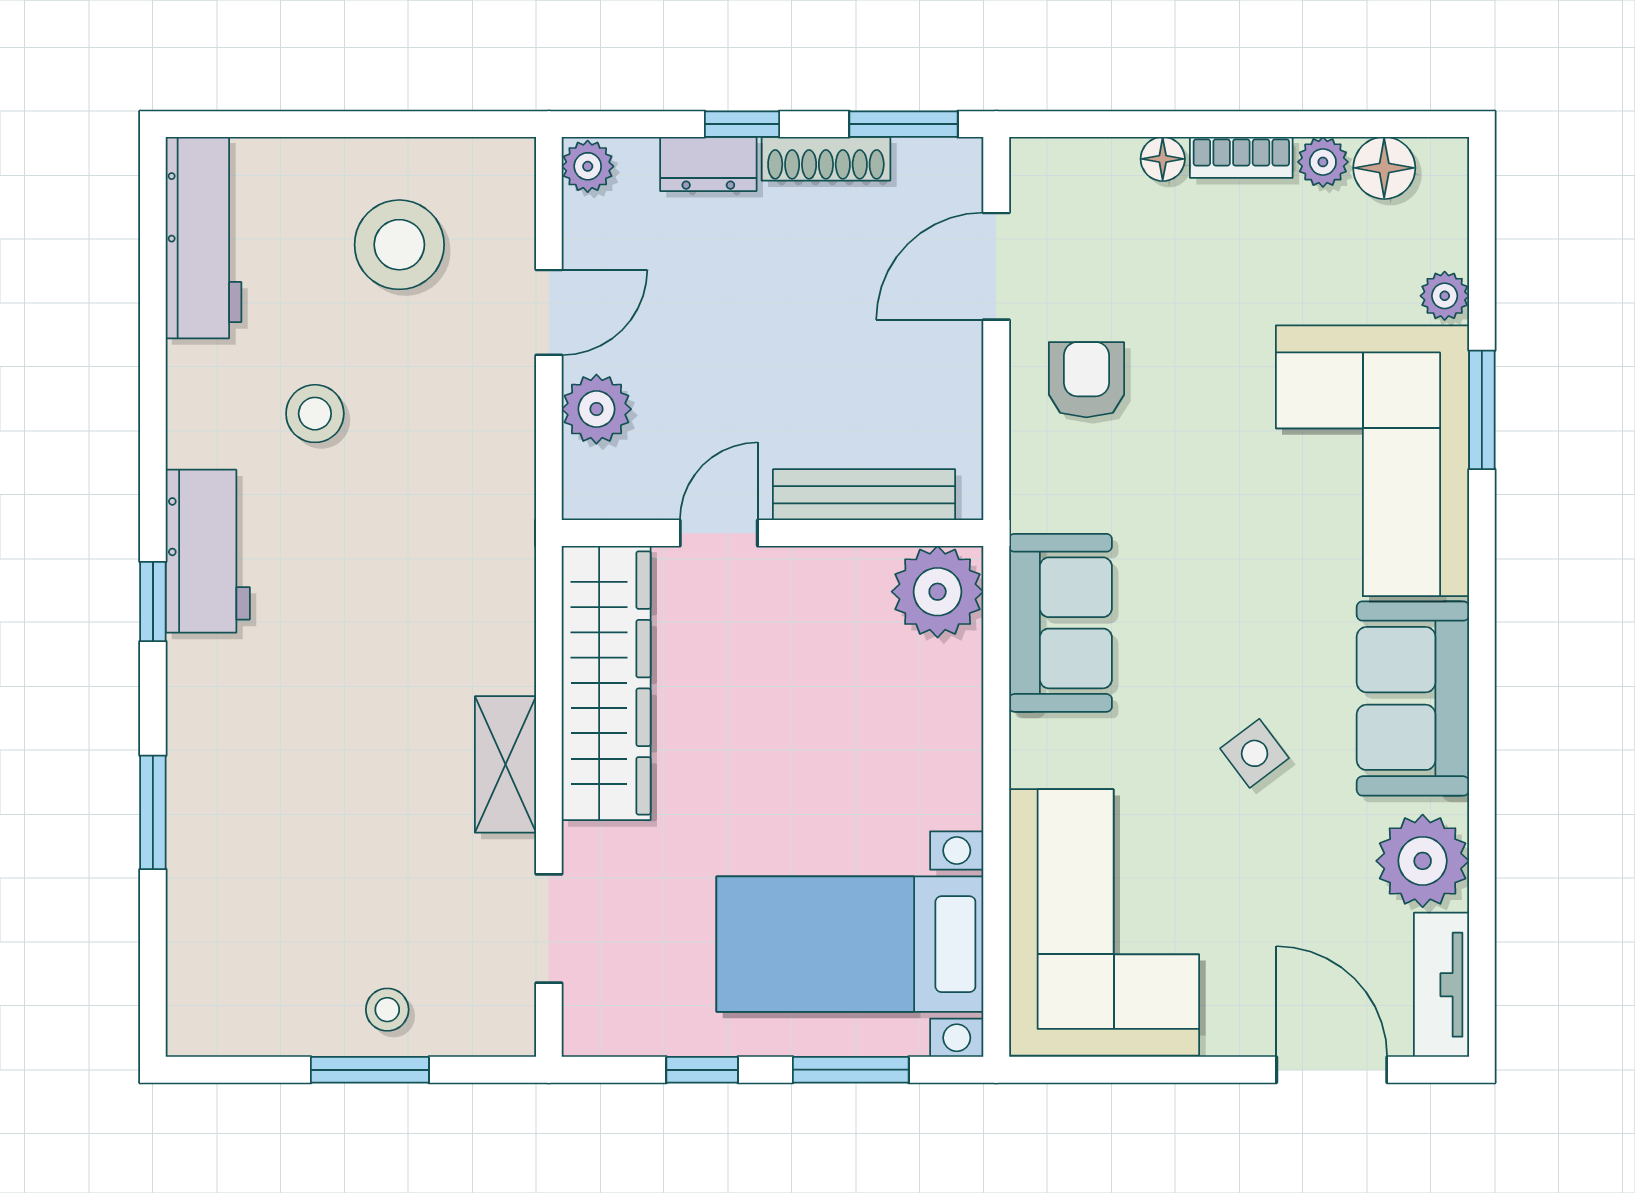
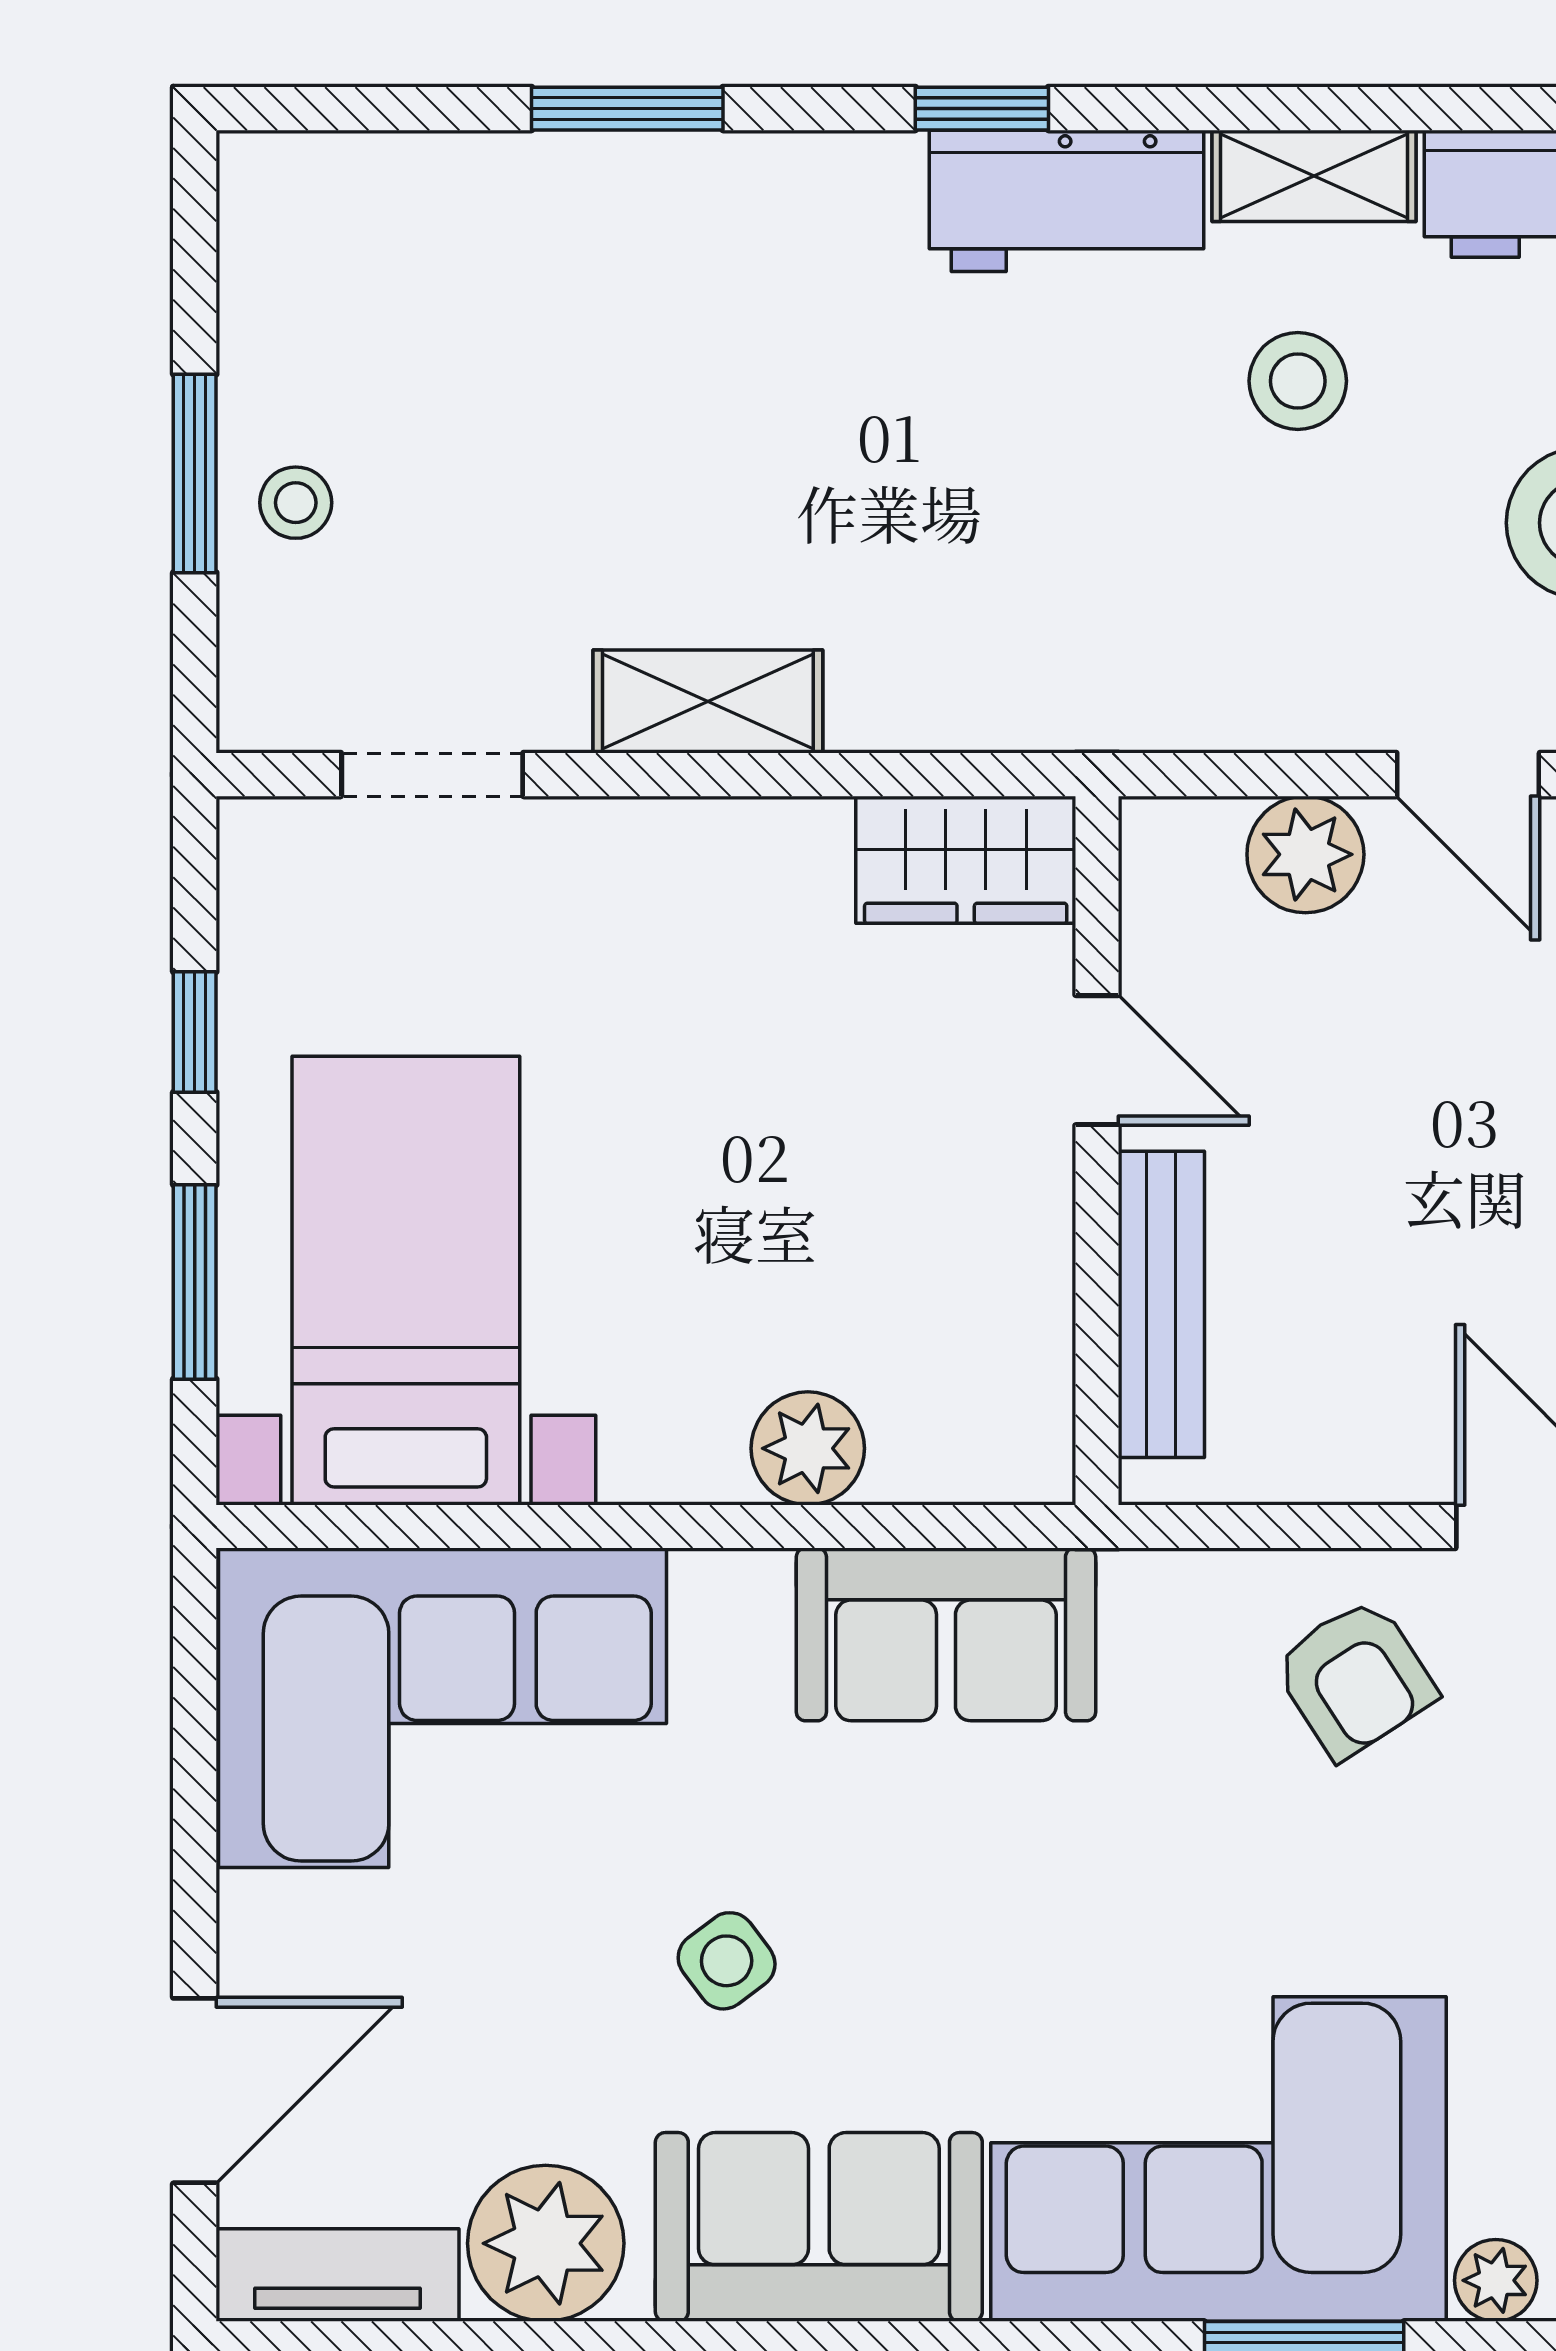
armchair: (1086, 380) -> (1355, 1678), turned 57
shelving: (193, 404) -> (1314, 176), added
plant: (938, 592) -> (808, 1448), moved, width x0.73, depth x0.73
wardrobe: (606, 683) -> (966, 860), width x0.48, depth x0.85

